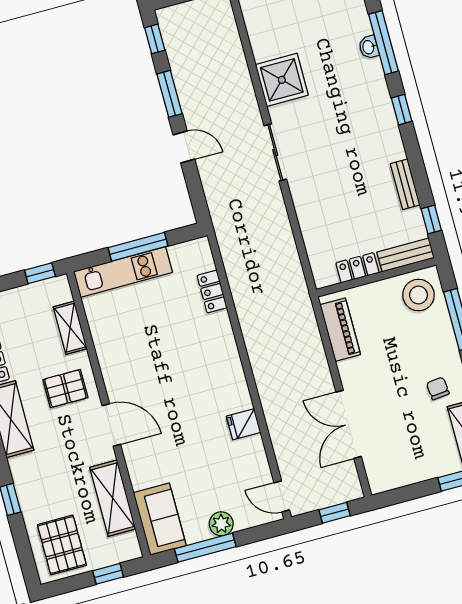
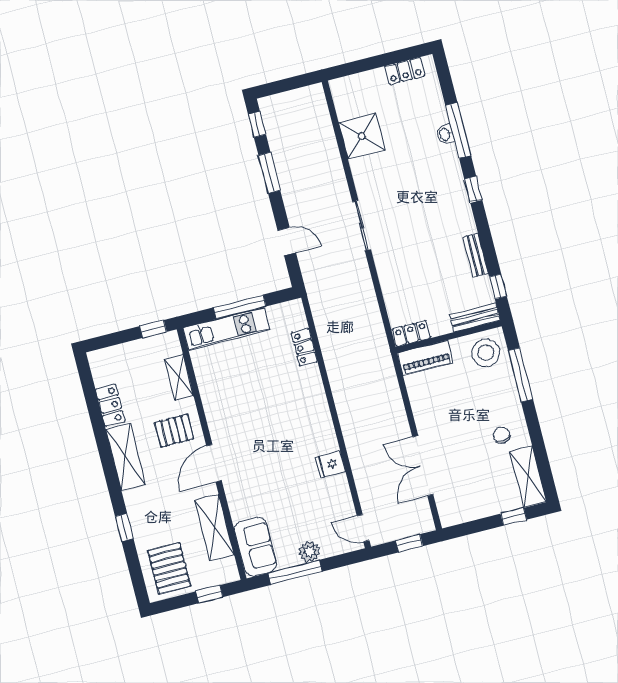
shower: (282, 80) -> (362, 136), moved
door: (184, 147) -> (287, 241), moved
locker: (357, 268) -> (411, 334), moved
piano: (340, 330) -> (425, 358), moved, turned 90
door: (111, 425) -> (214, 463), swing flipped

